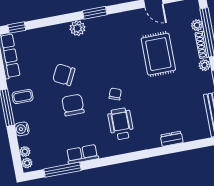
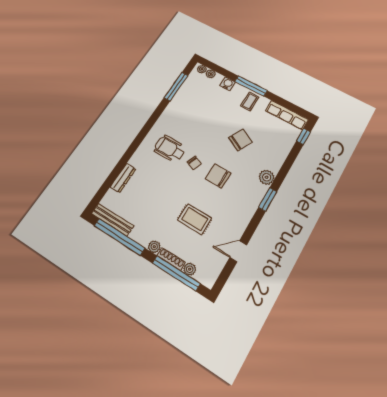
rug: (158, 54) -> (195, 219), width x0.73, depth x0.70
chair: (73, 105) -> (218, 176), moved, turned 180
wheelchair: (121, 124) -> (170, 149), turned 180
dresser: (172, 139) -> (123, 178), width x1.44
row of seats: (82, 154) -> (174, 107), removed

